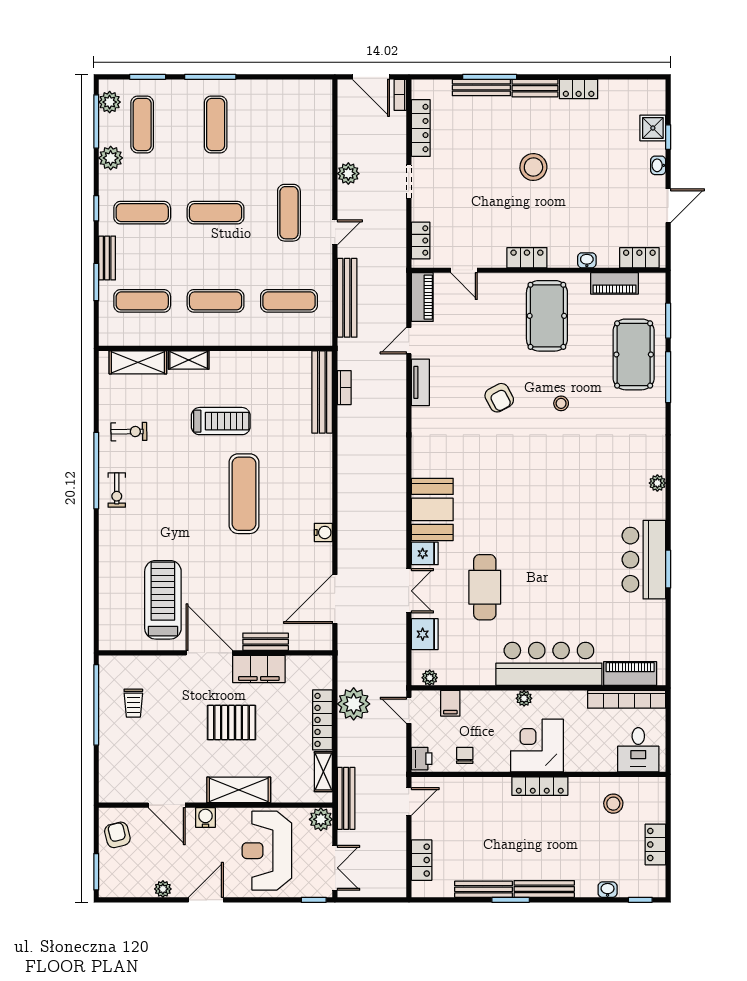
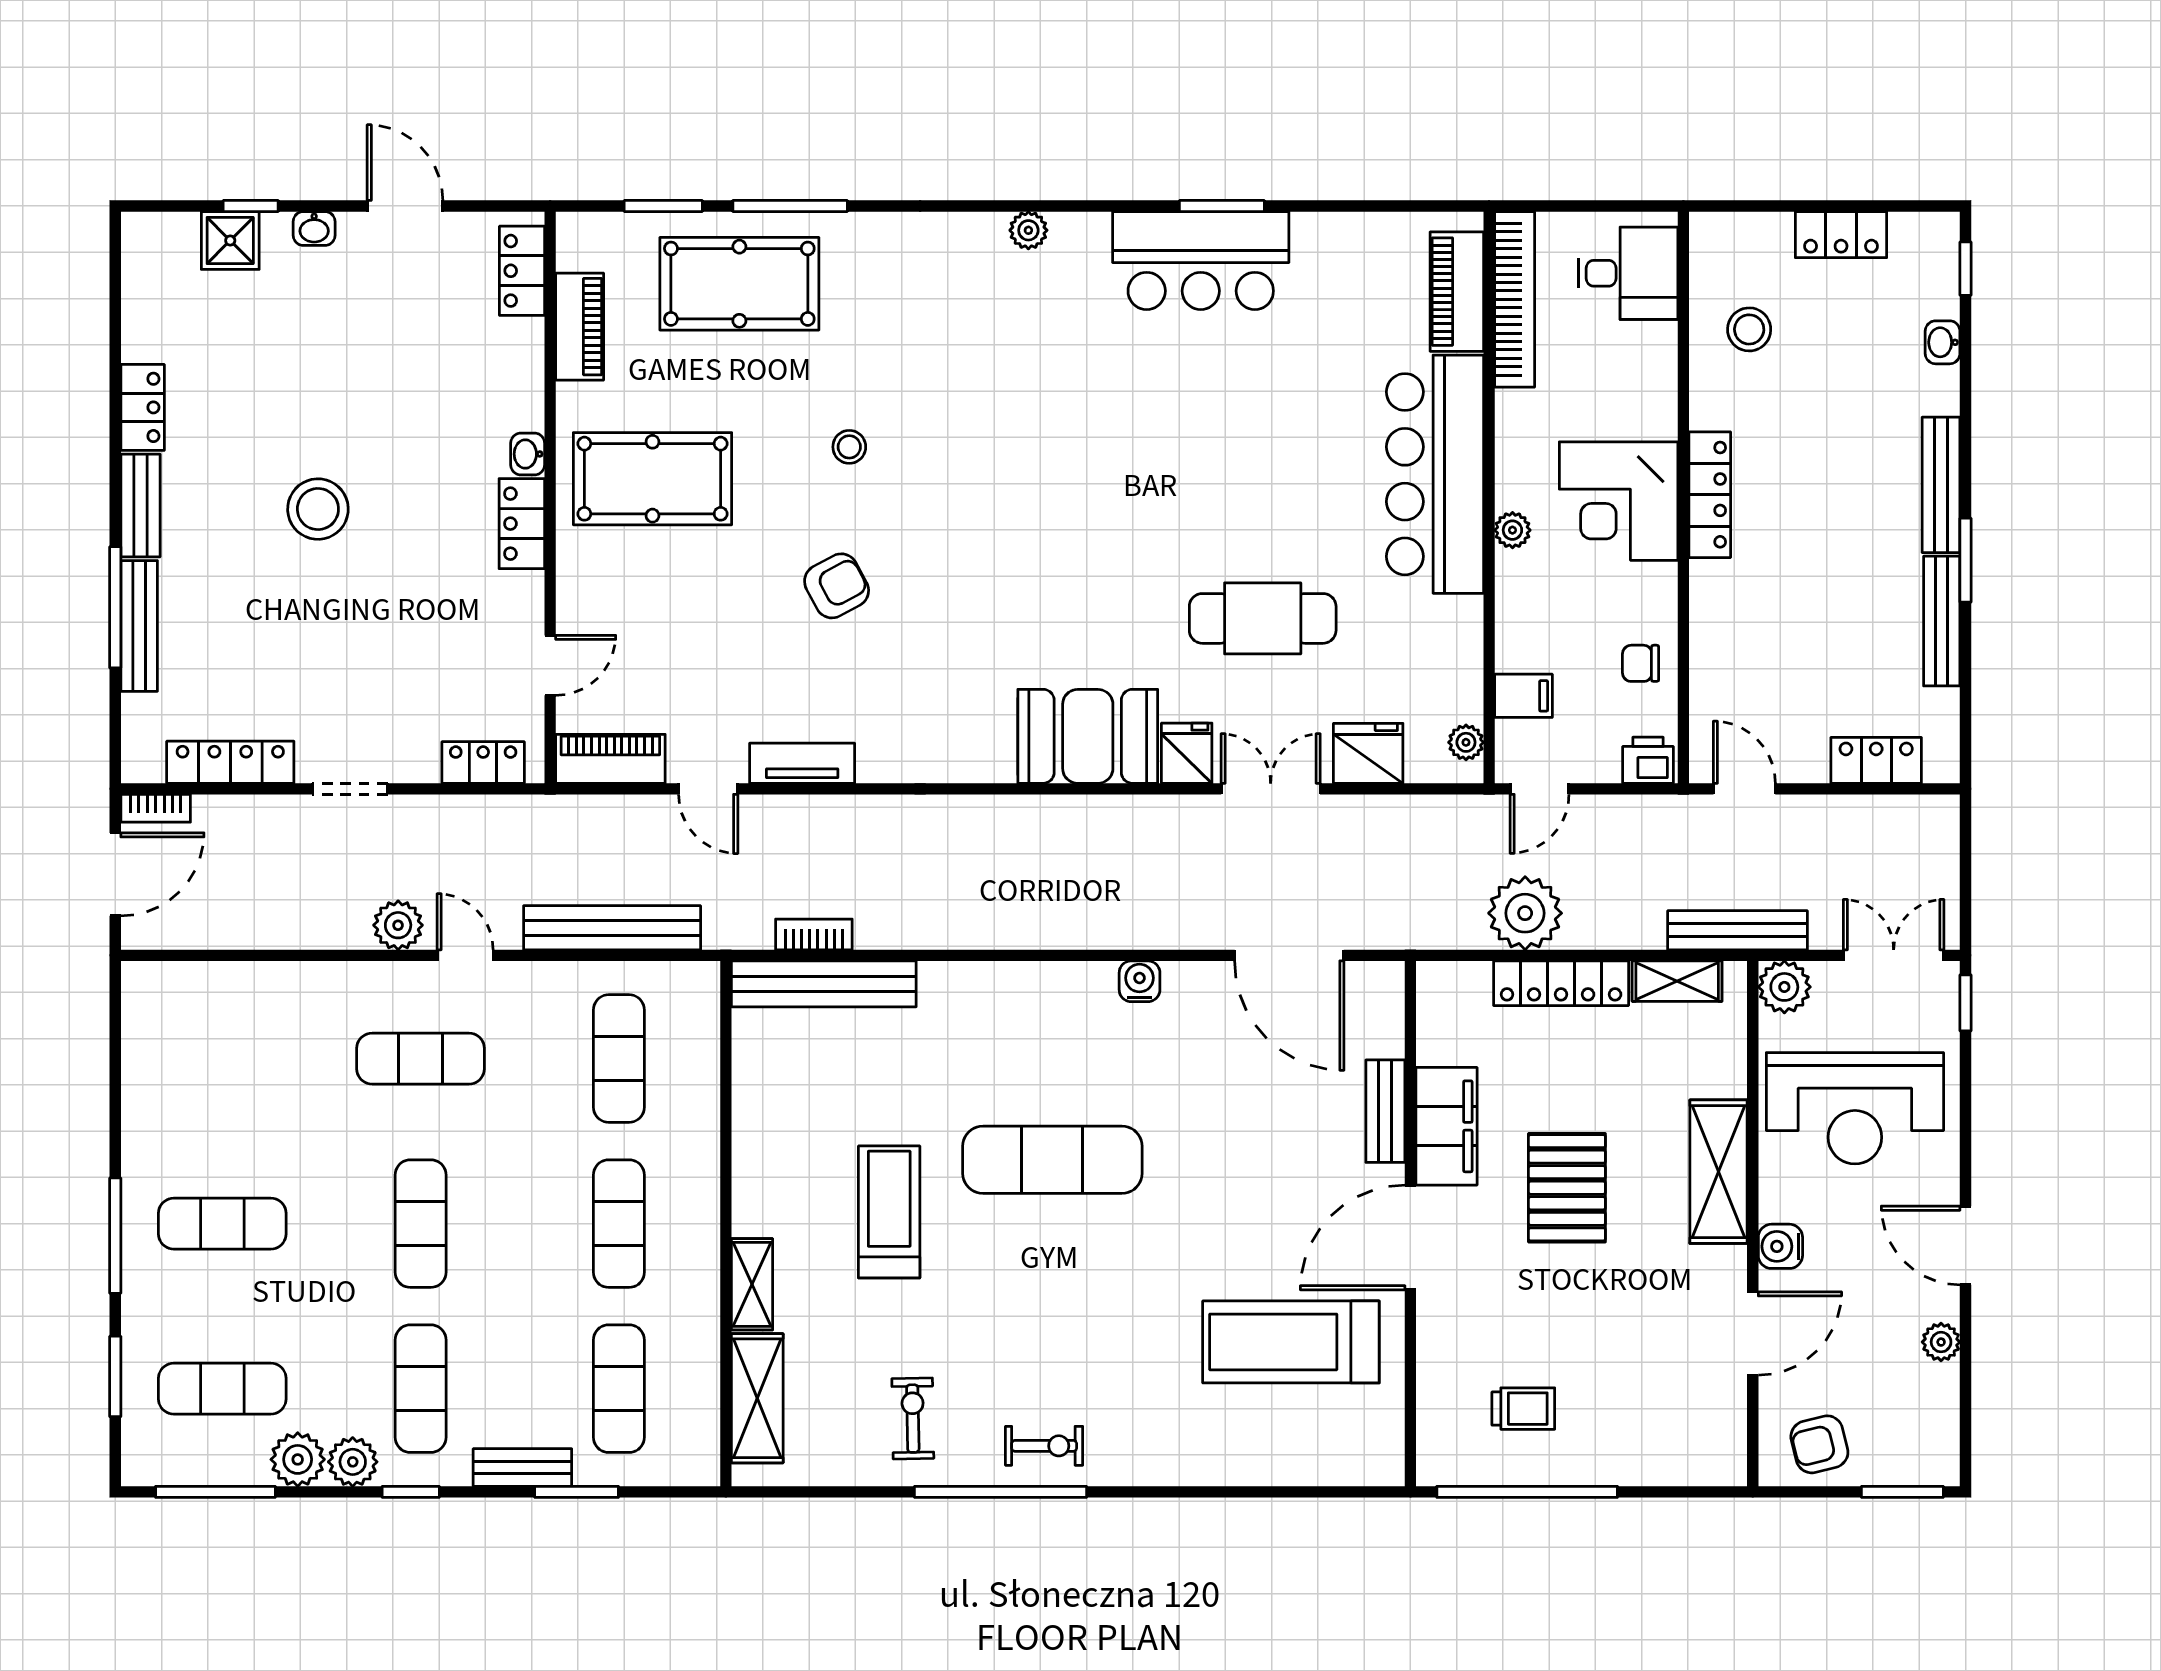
plant: (110, 102) -> (353, 1462), moved
plant: (348, 174) -> (398, 925), moved
washbasin: (587, 260) -> (528, 454), moved

